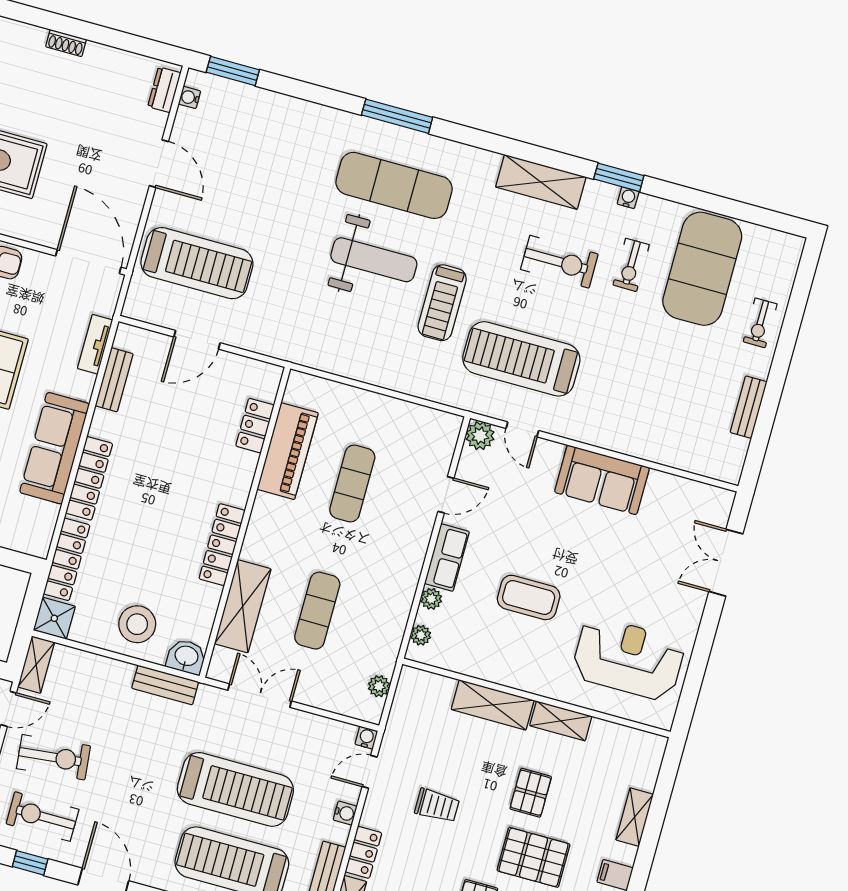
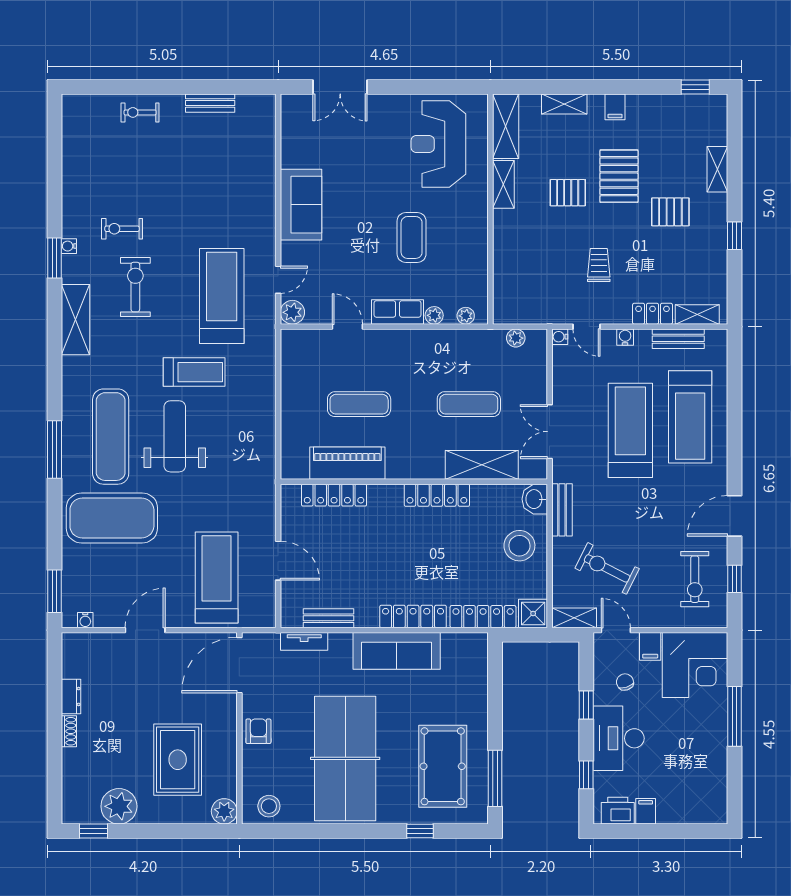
dresser: (164, 90) -> (71, 697), moved, turned -90
exercise bike: (631, 265) -> (122, 229), turned 180
exercise mat: (702, 269) -> (112, 518), moved
exercise bike: (760, 323) -> (140, 112), turned 180
treadmill: (521, 359) -> (222, 296), turned 180
locker: (255, 426) -> (334, 495), width x1.53
shelving: (493, 705) -> (506, 126), moved
exercise bike: (53, 757) -> (607, 568), moved, turned -57

